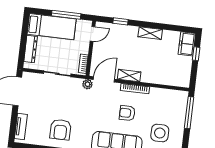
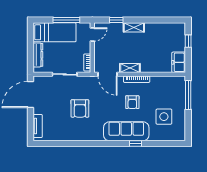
shelving: (150, 33) -> (134, 27), moved
freezer: (187, 44) -> (179, 62), moved
door: (104, 79) -> (108, 74), swing flipped
plant: (87, 84) -> (93, 80), removed
armchair: (127, 113) -> (132, 102), turned -90
armchair: (61, 130) -> (80, 108), moved

